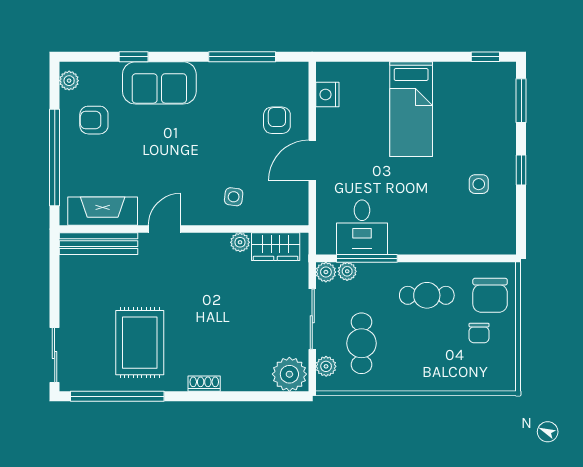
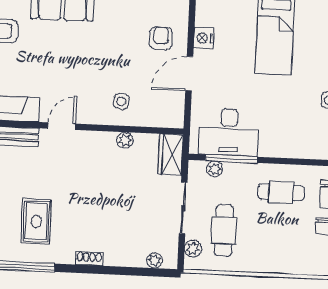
nightstand: (327, 95) -> (204, 38), moved
desk: (362, 227) -> (229, 132), width x1.37
wardrobe: (276, 247) -> (171, 155), moved, turned 90
plant: (326, 272) -> (197, 169), removed
rug: (140, 343) -> (36, 221), width x0.73, depth x0.70
plant: (289, 374) -> (155, 260), width x0.53, depth x0.53

